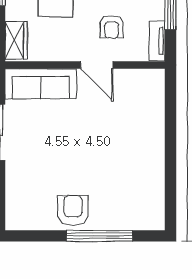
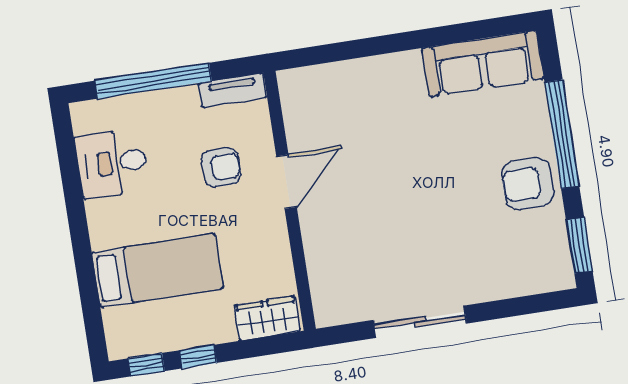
sofa: (41, 84) -> (483, 63), moved, turned 90
window: (31, 236) -> (579, 245), added

